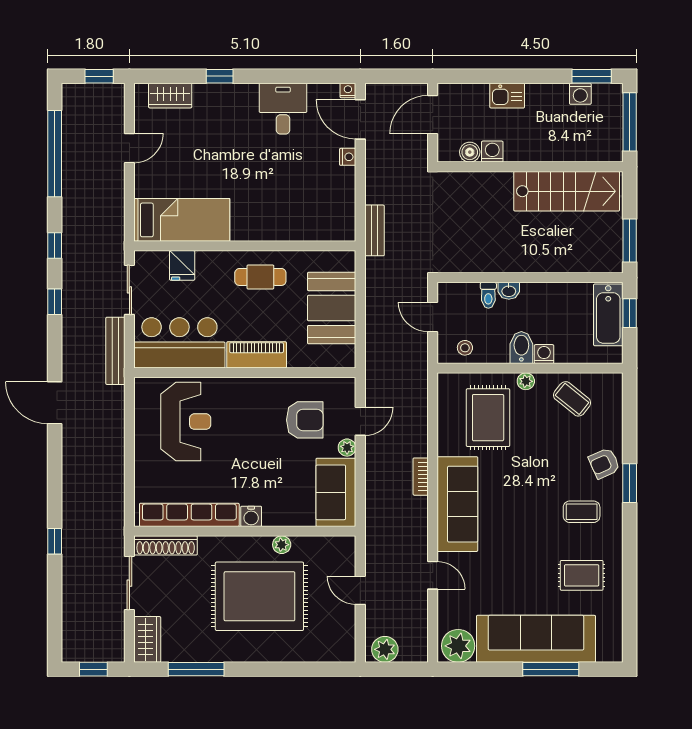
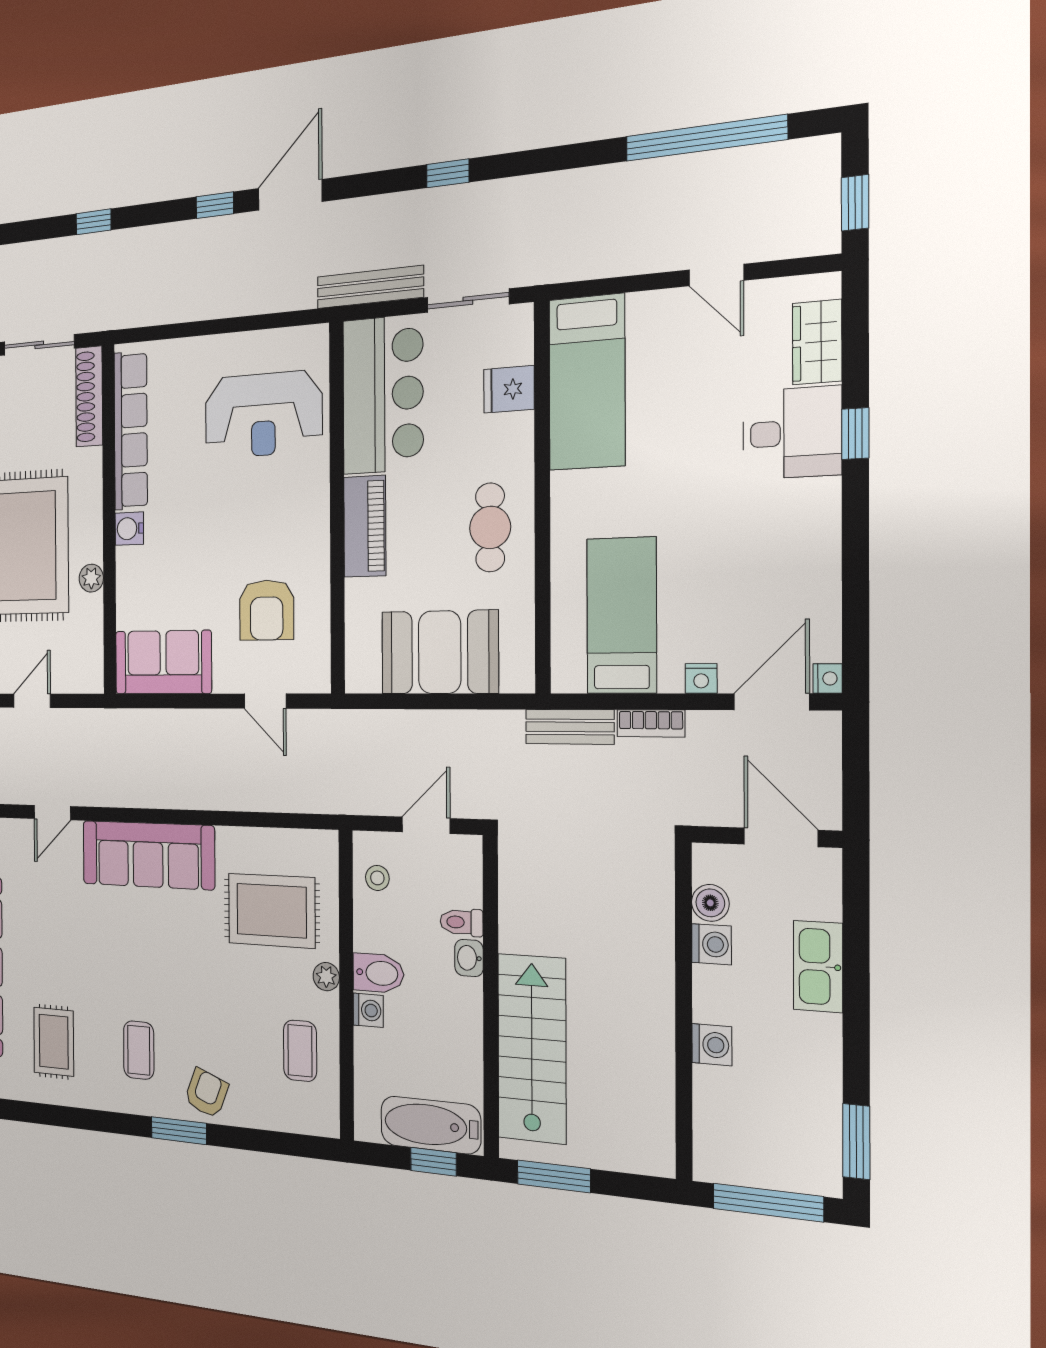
washing machine: (580, 94) -> (712, 1045), moved, turned 180
kitchen sink: (507, 96) -> (818, 967), width x1.38
desk: (283, 109) -> (792, 433), moved
stairs: (567, 191) -> (532, 1049), moved, turned 180
bed: (313, 201) -> (622, 616), added
window: (55, 245) -> (215, 205), moved
coffee table: (572, 399) -> (300, 1051), turned -39
plant: (347, 448) -> (227, 680), removed
armchair: (604, 463) -> (206, 1093), turned 45
bookcase: (421, 477) -> (651, 723), moved, turned 180

